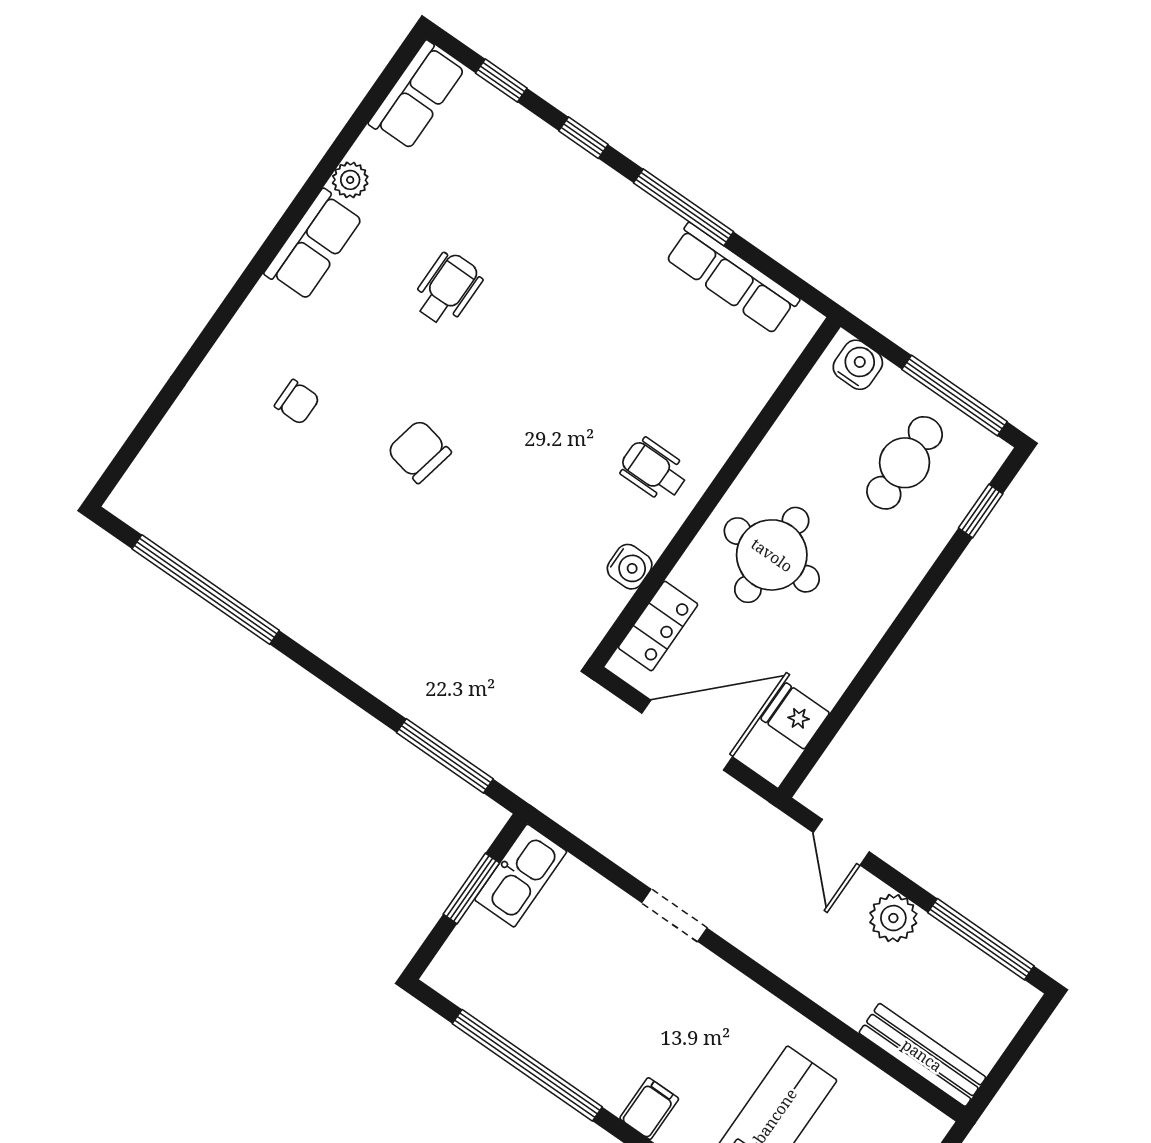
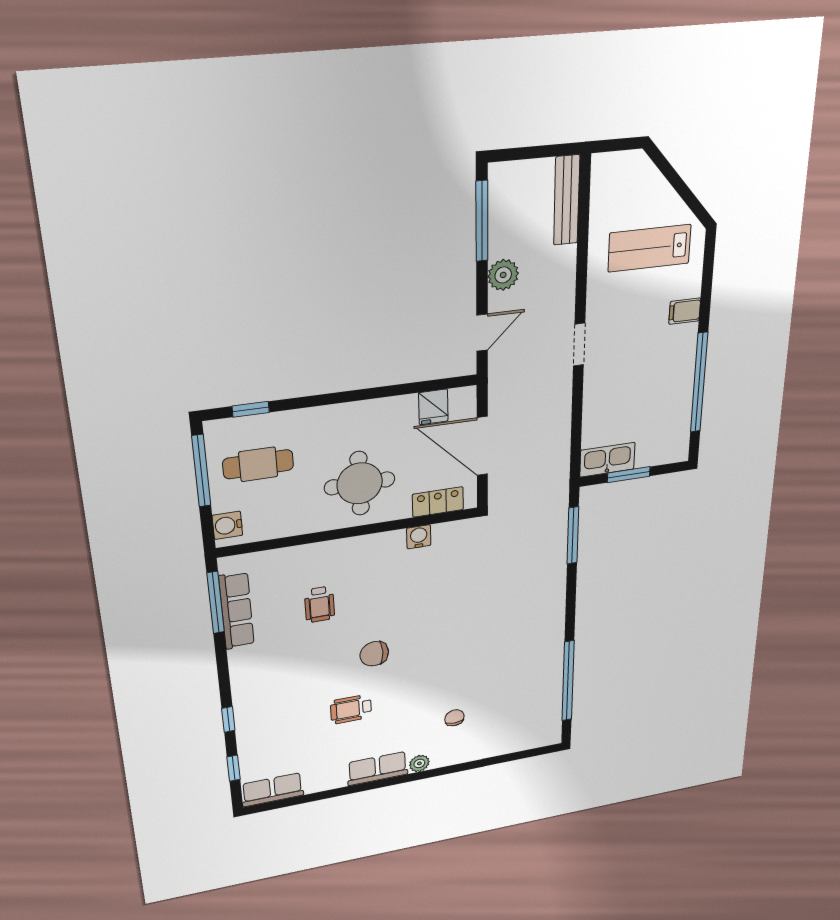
plant: (350, 180) -> (419, 763), moved
window: (684, 207) -> (216, 603), moved
chair: (419, 451) -> (374, 654), moved, turned 78
wheelchair: (654, 470) -> (320, 604), moved
doorway: (674, 915) -> (579, 345), moved

